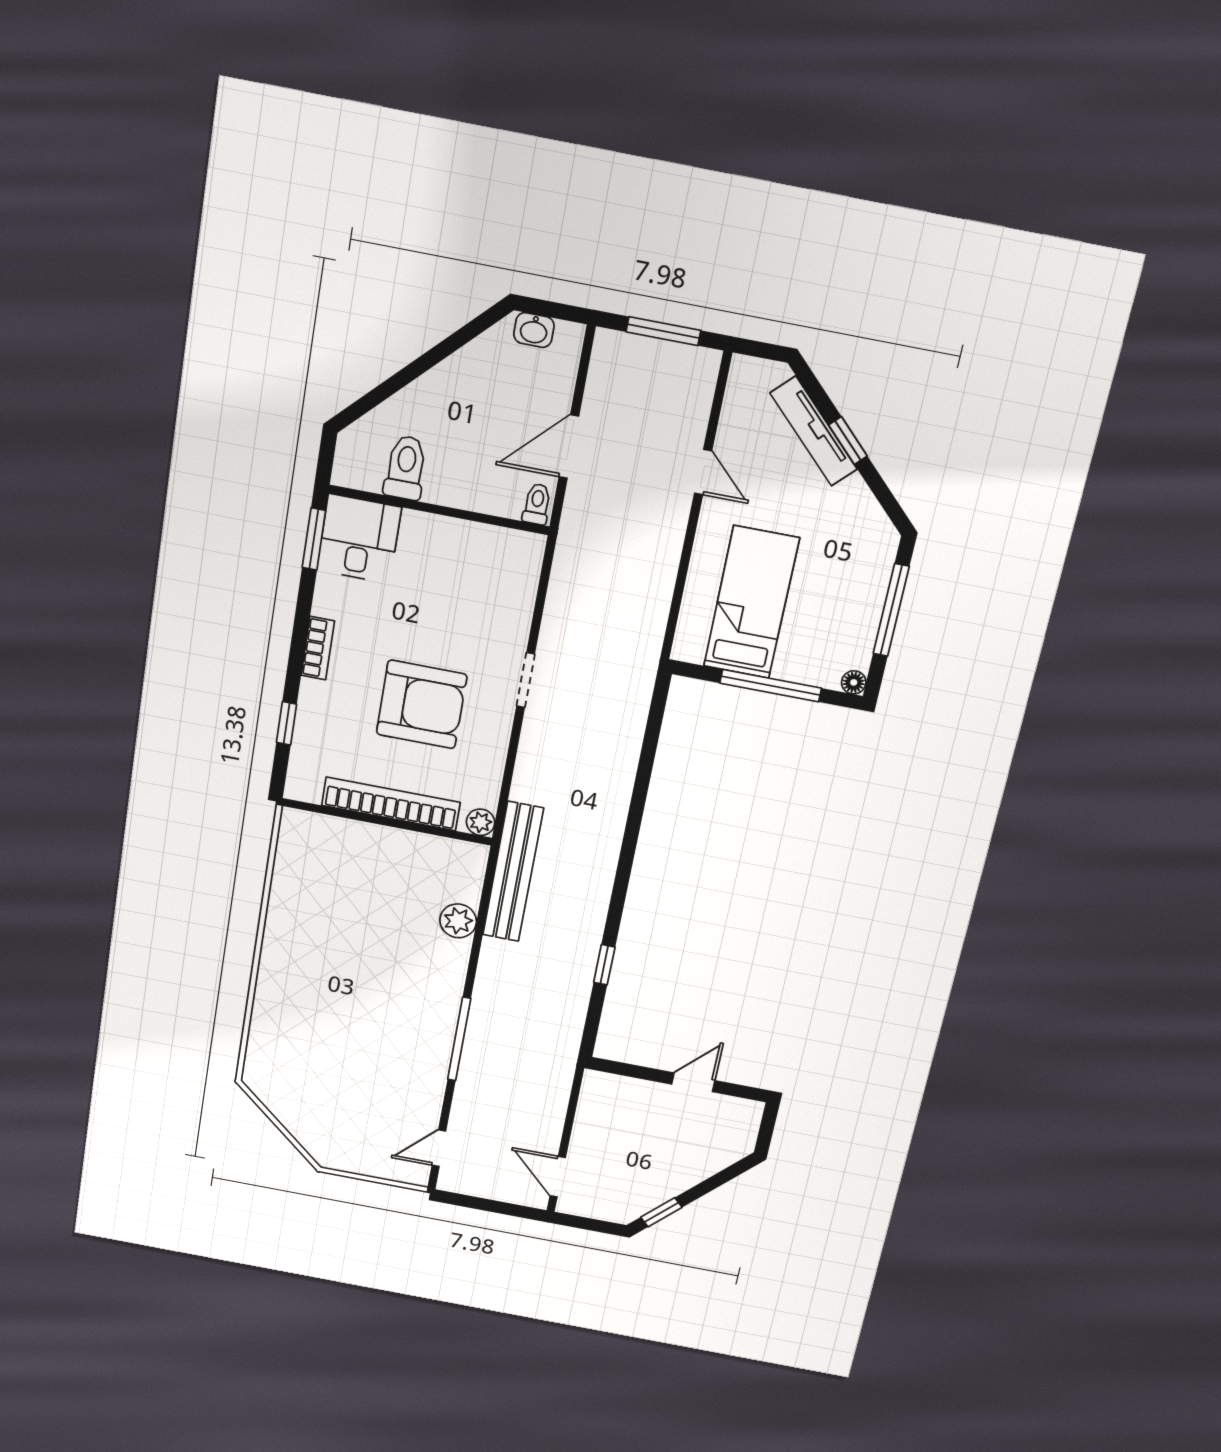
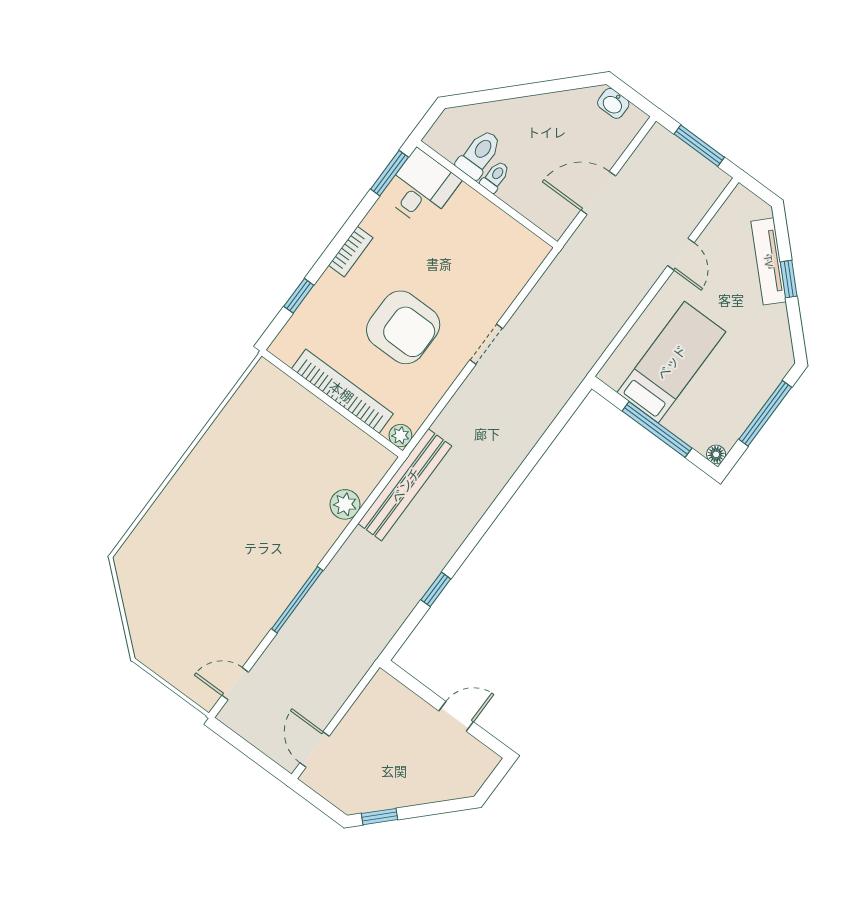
toilet: (537, 504) -> (495, 177), moved

